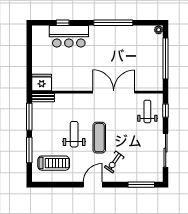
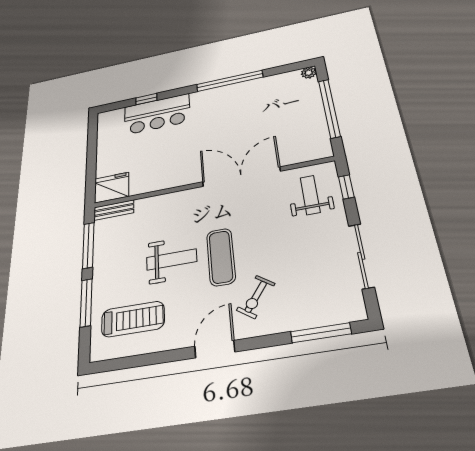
weight bench: (74, 134) -> (172, 260), turned 90

